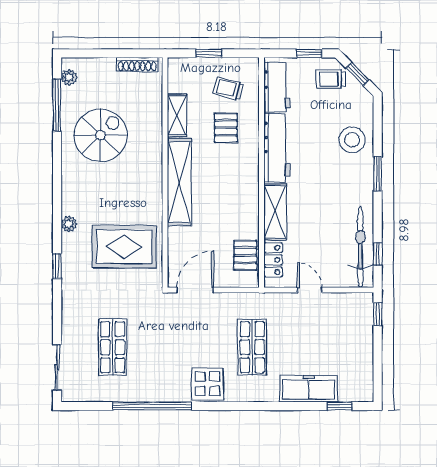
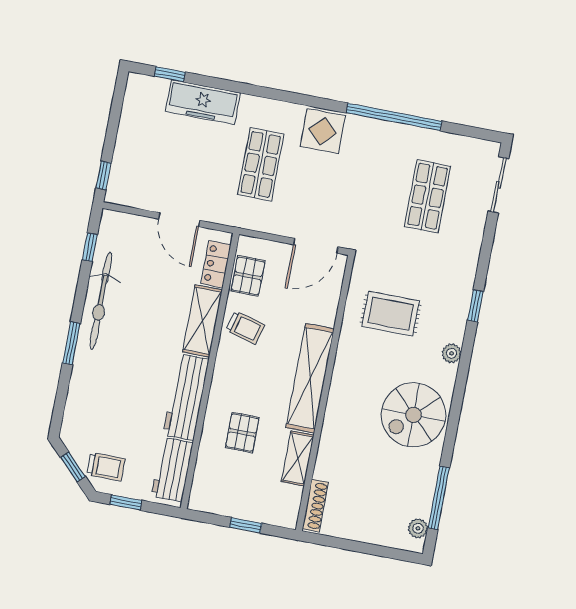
shoe rack: (137, 64) -> (315, 506), moved, turned 90
trolley: (228, 89) -> (245, 328), moved
spiral stairs: (101, 135) -> (413, 415), moved
stool: (352, 140) -> (94, 390), removed
rug: (124, 247) -> (391, 314), width x0.73, depth x0.70
bicycle: (360, 247) -> (101, 301), moved
door: (310, 290) -> (179, 220), width x1.38

